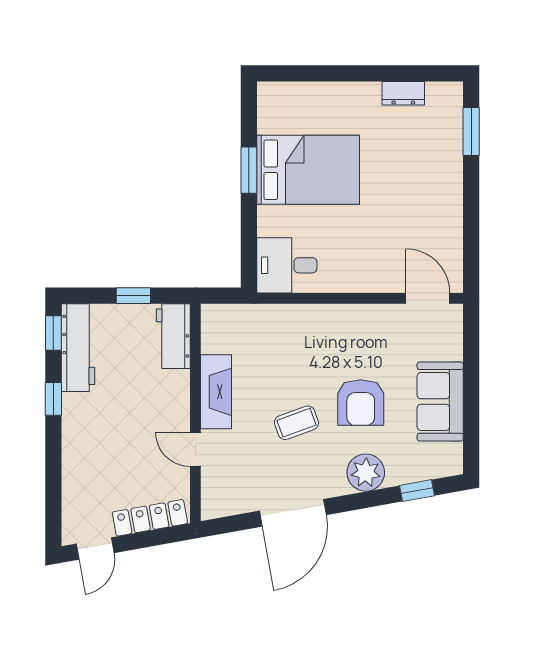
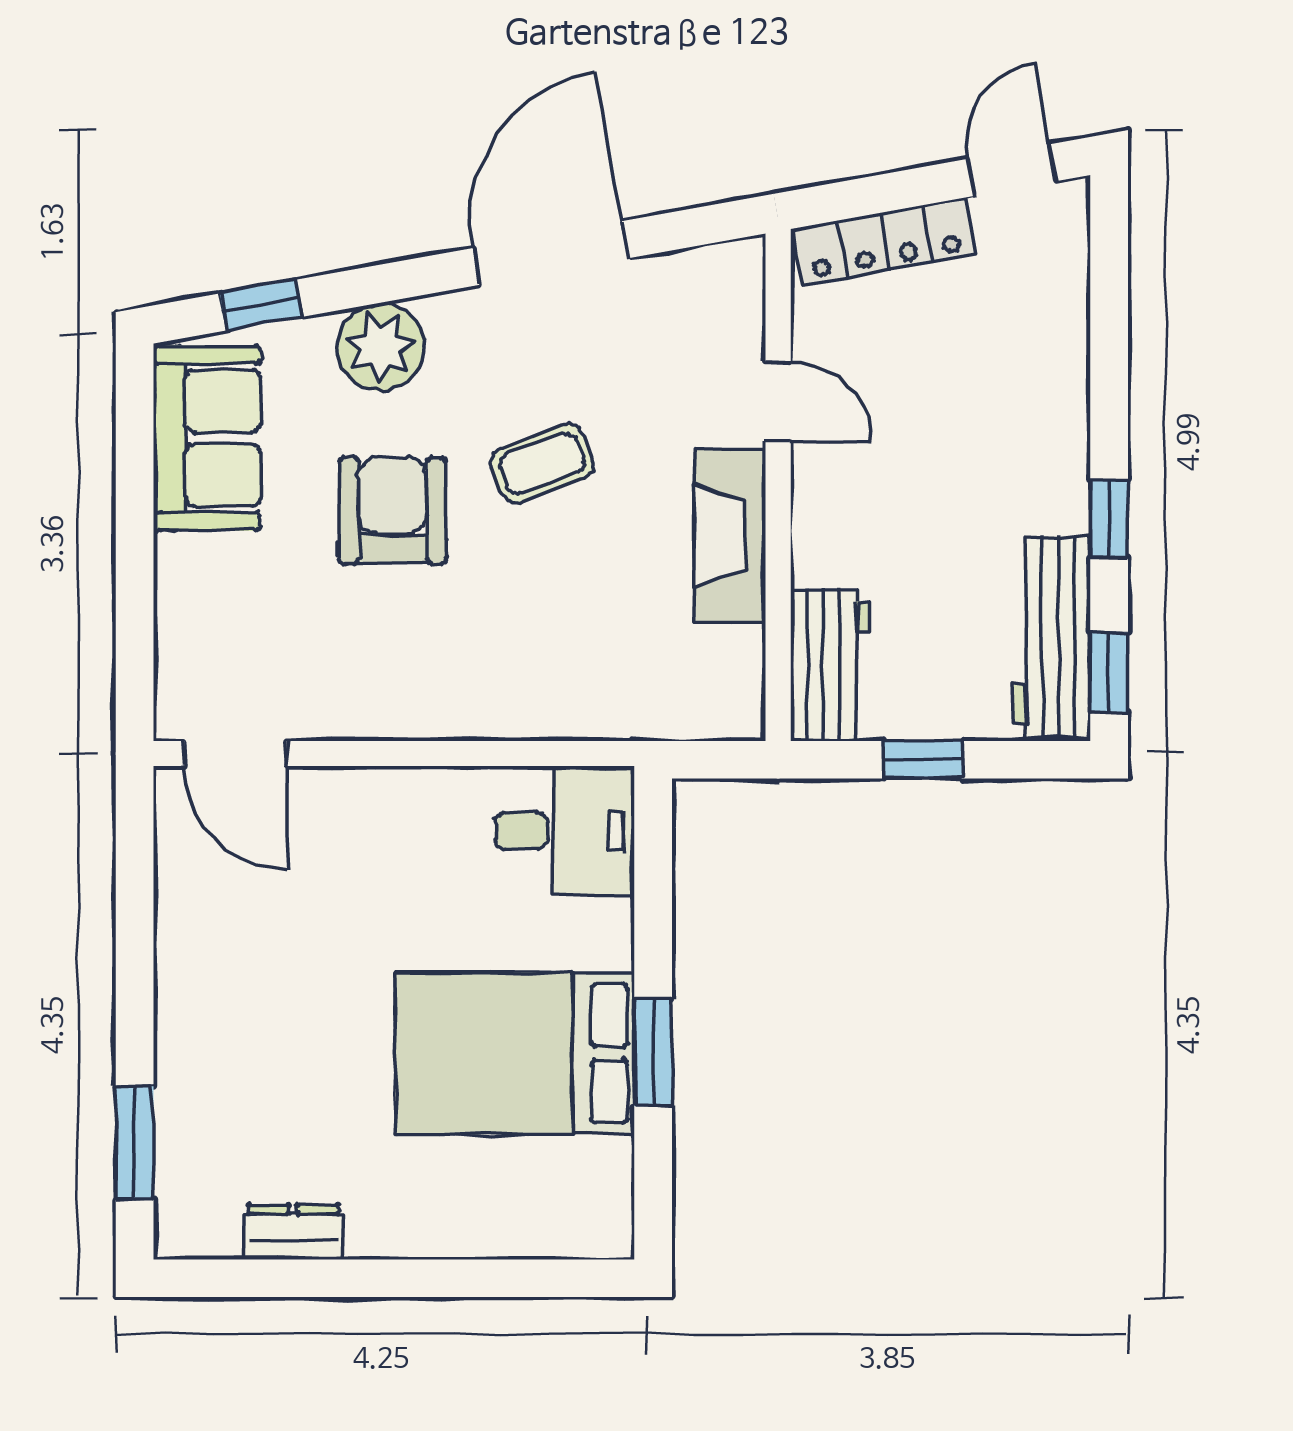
sofa: (440, 401) -> (207, 438), moved

